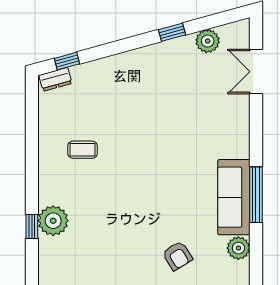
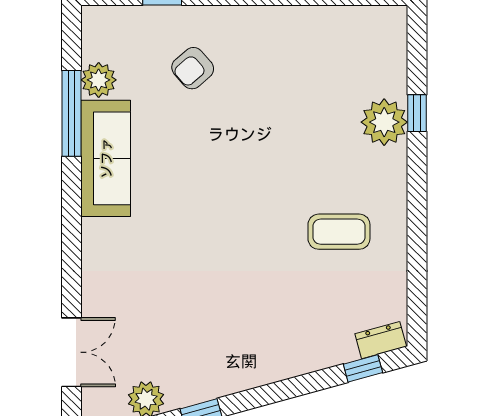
coffee table: (83, 150) -> (339, 232), width x1.36, depth x1.30
window: (256, 195) -> (71, 113), moved
armchair: (177, 256) -> (193, 68), turned -99

